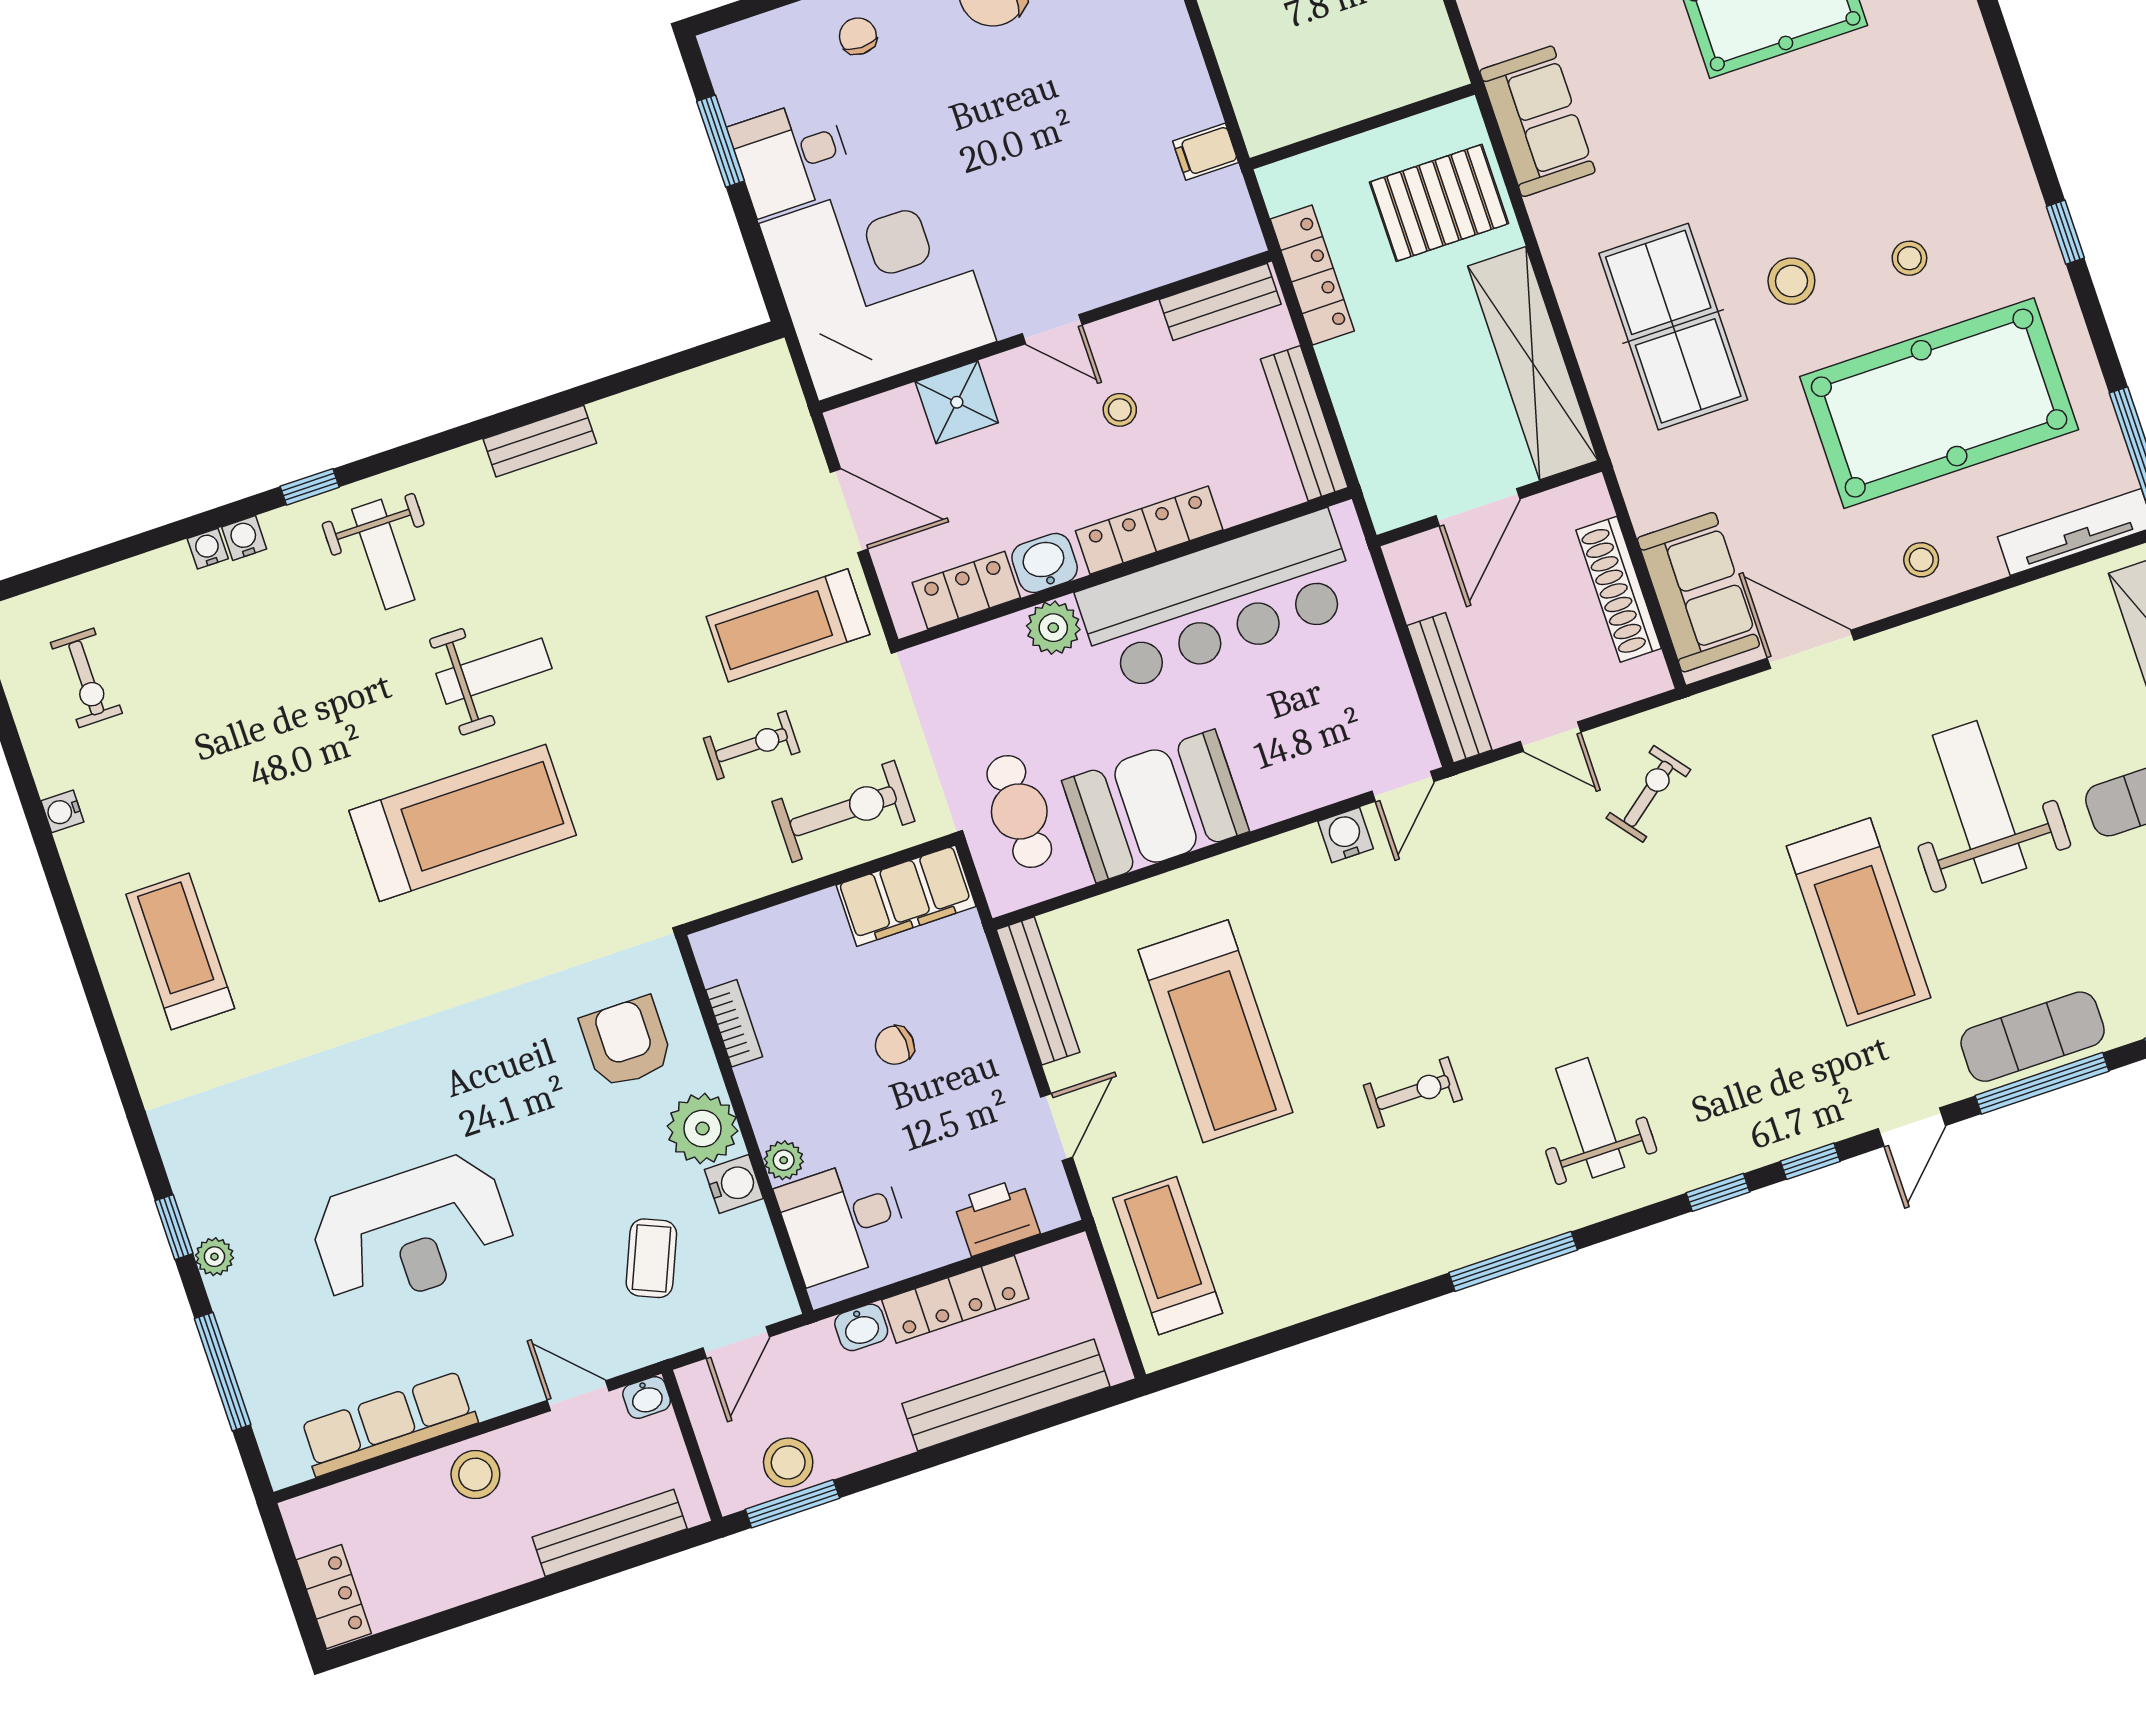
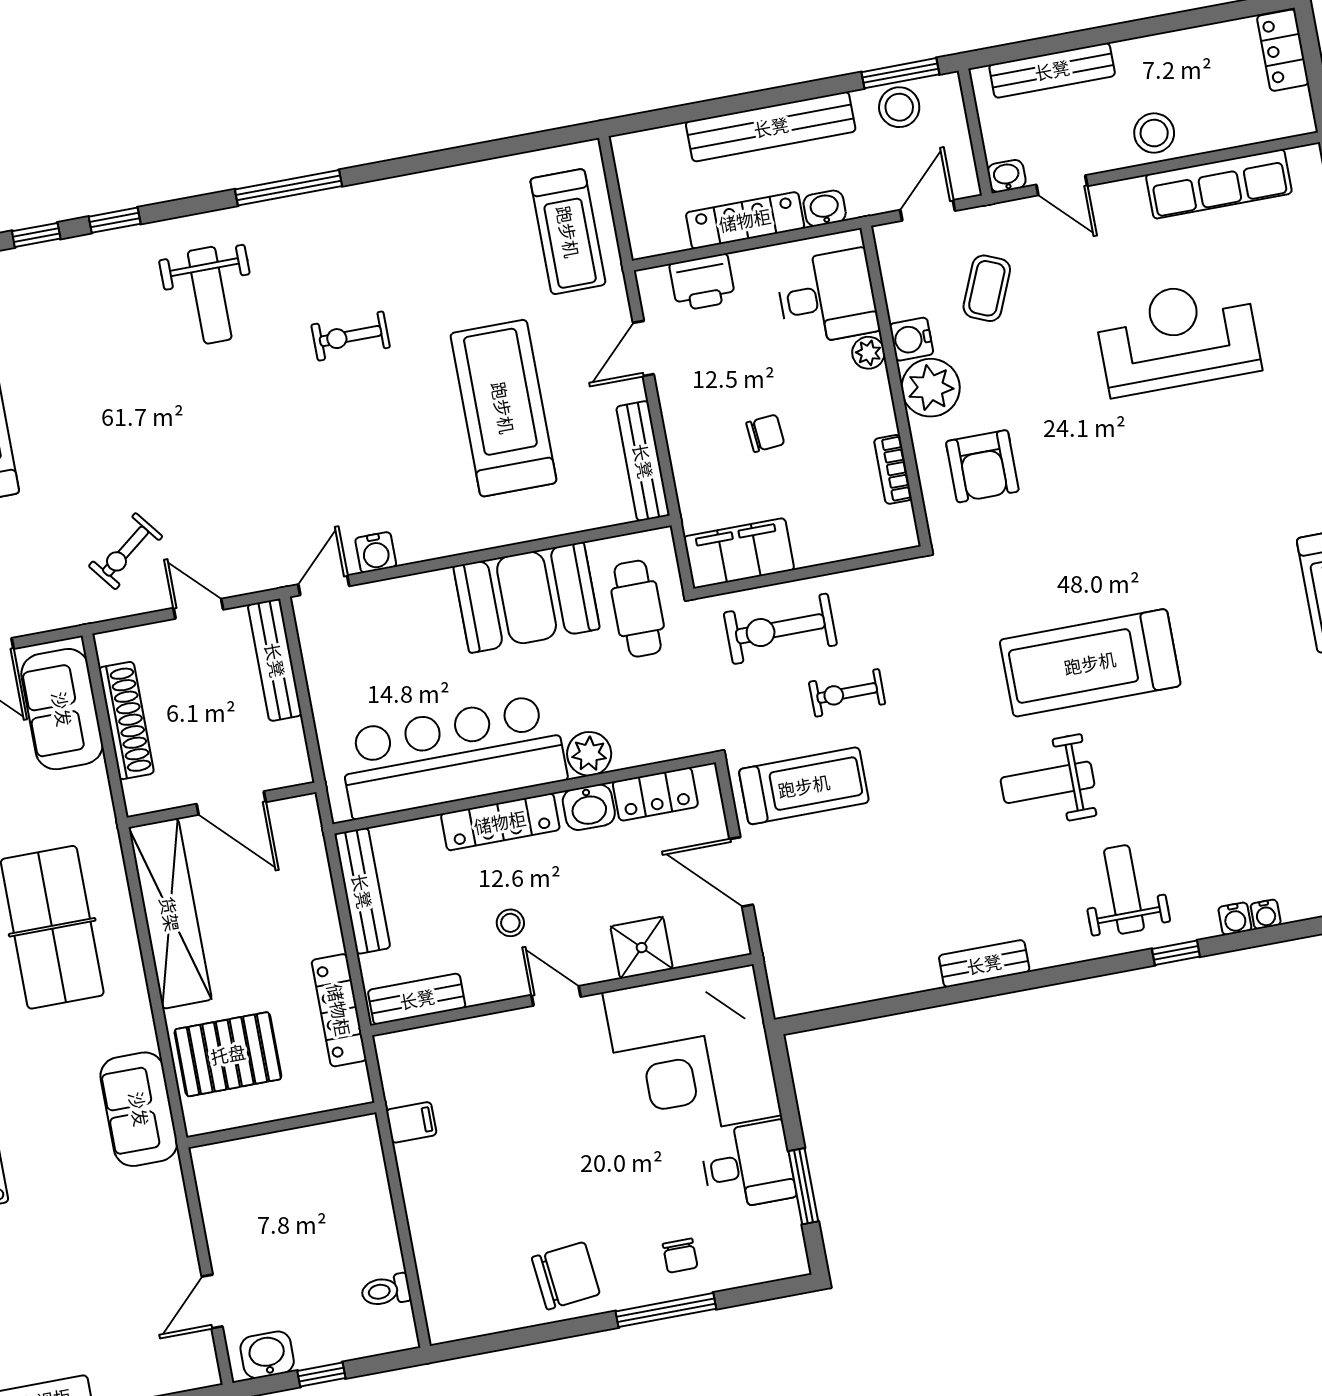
door: (1478, 507) -> (231, 803), swing flipped
bench: (1006, 1395) -> (771, 127), moved

